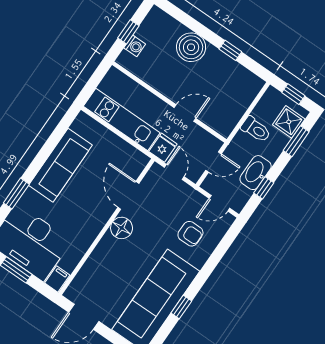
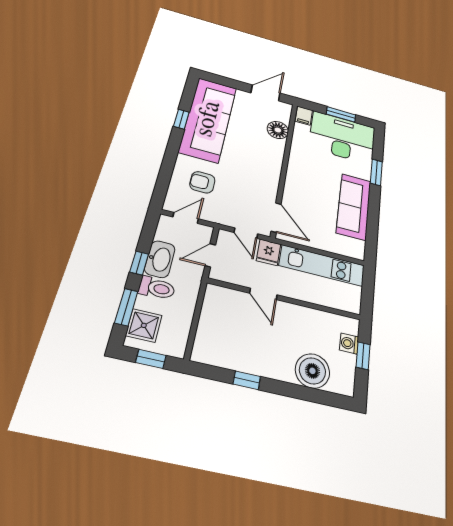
boiler: (191, 47) -> (312, 371), moved
door: (185, 113) -> (263, 294), hinge flipped
toilet: (256, 129) -> (157, 288), moved, turned 180
window: (264, 188) -> (139, 263), moved
door: (128, 195) -> (276, 218), moved
floor lamp: (122, 228) -> (278, 130), moved

